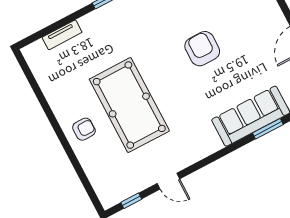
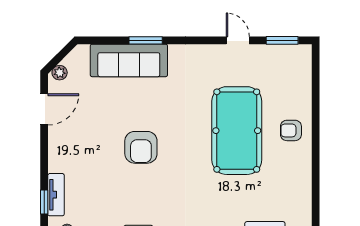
window: (268, 129) -> (146, 40), moved
window: (131, 201) -> (282, 40), width x1.50

